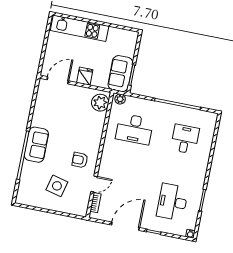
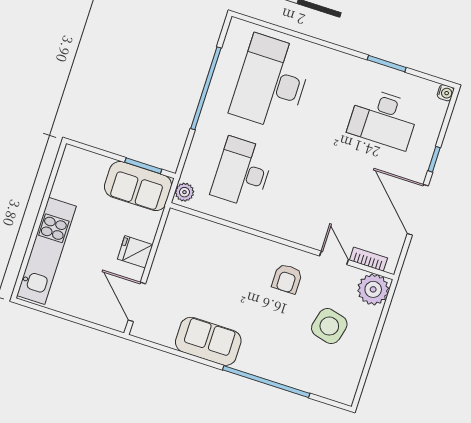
plant: (100, 103) -> (373, 289), moved
desk: (134, 129) -> (242, 172), turned 180
desk: (185, 139) -> (271, 82), width x1.87, depth x1.30
sofa: (36, 145) -> (208, 341), moved

